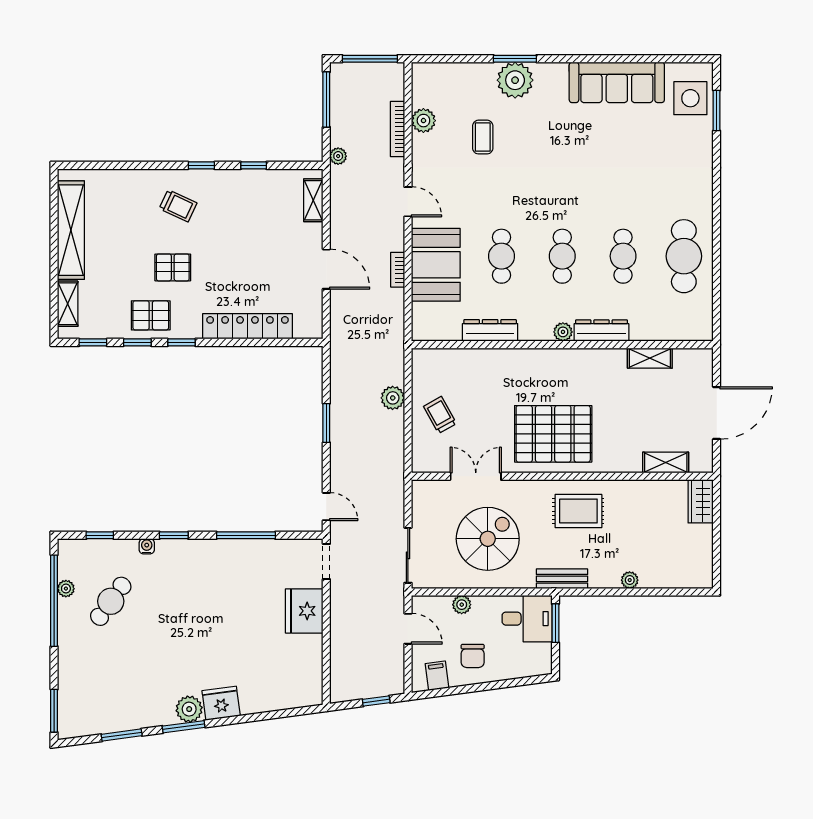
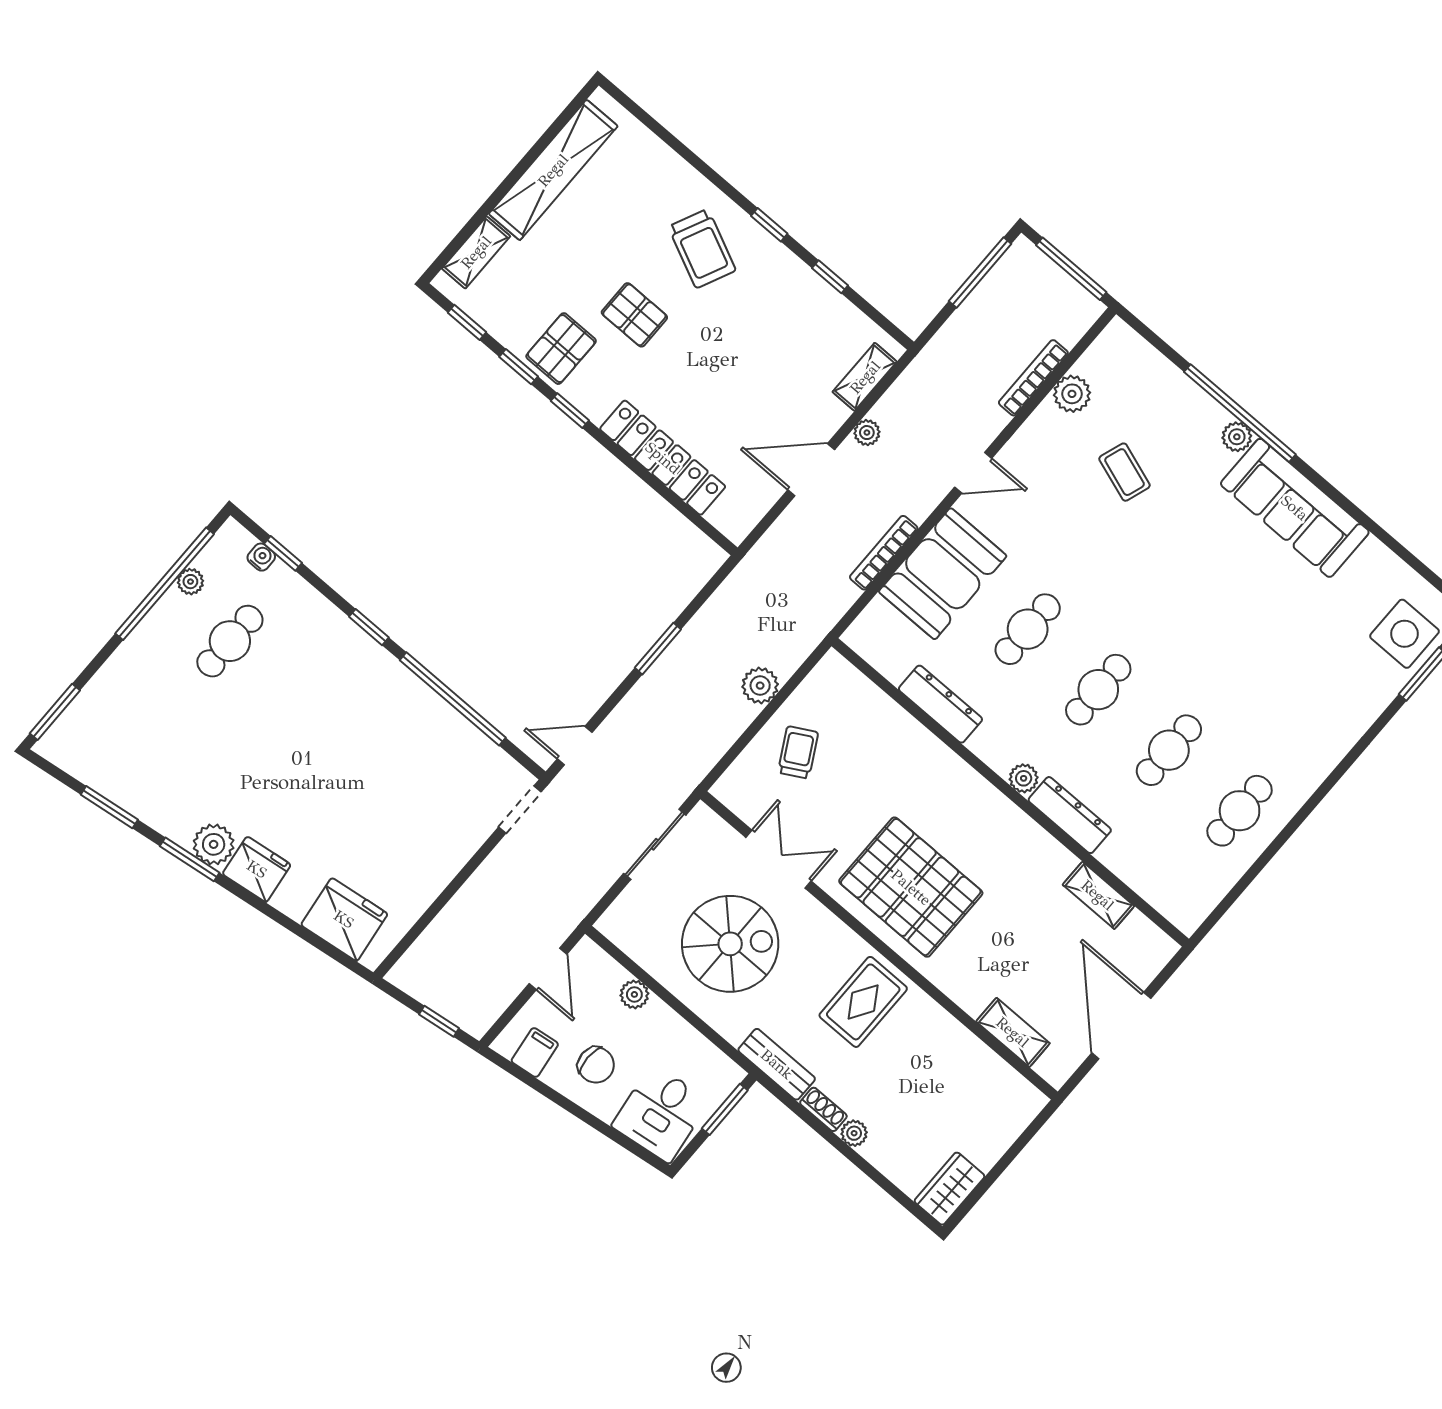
window: (515, 59) -> (1240, 413), width x2.11
plant: (515, 80) -> (1237, 437), width x0.53, depth x0.53
sofa: (617, 82) -> (1295, 508), moved
coffee table: (483, 137) -> (1124, 472), turned -71
plant: (338, 156) -> (867, 433), moved
door: (408, 202) -> (973, 473), hinge flipped
trolley: (178, 206) -> (702, 249), width x1.36, depth x1.39
cafe table: (684, 256) -> (1240, 811), width x0.73, depth x0.74
door: (326, 269) -> (811, 470), swing flipped
bookcase: (398, 270) -> (884, 553), width x1.56
pallet: (151, 315) -> (561, 349), turned 90
door: (717, 413) -> (1121, 1026), swing flipped
wardrobe: (701, 501) -> (949, 1189), moved
door: (326, 507) -> (575, 746), swing flipped
rug: (578, 511) -> (863, 1002), turned 90
window: (246, 535) -> (453, 699), width x1.46
water cooler: (147, 546) -> (261, 557), moved
sliding door: (408, 555) -> (655, 844), moved
shoe rack: (604, 581) -> (823, 1109), added
cafe table: (111, 601) -> (230, 641), turned -36
fridge: (304, 611) -> (344, 919), moved, turned 82
desk: (527, 619) -> (661, 1113), moved, turned 82
chair: (473, 656) -> (596, 1065), turned -90

